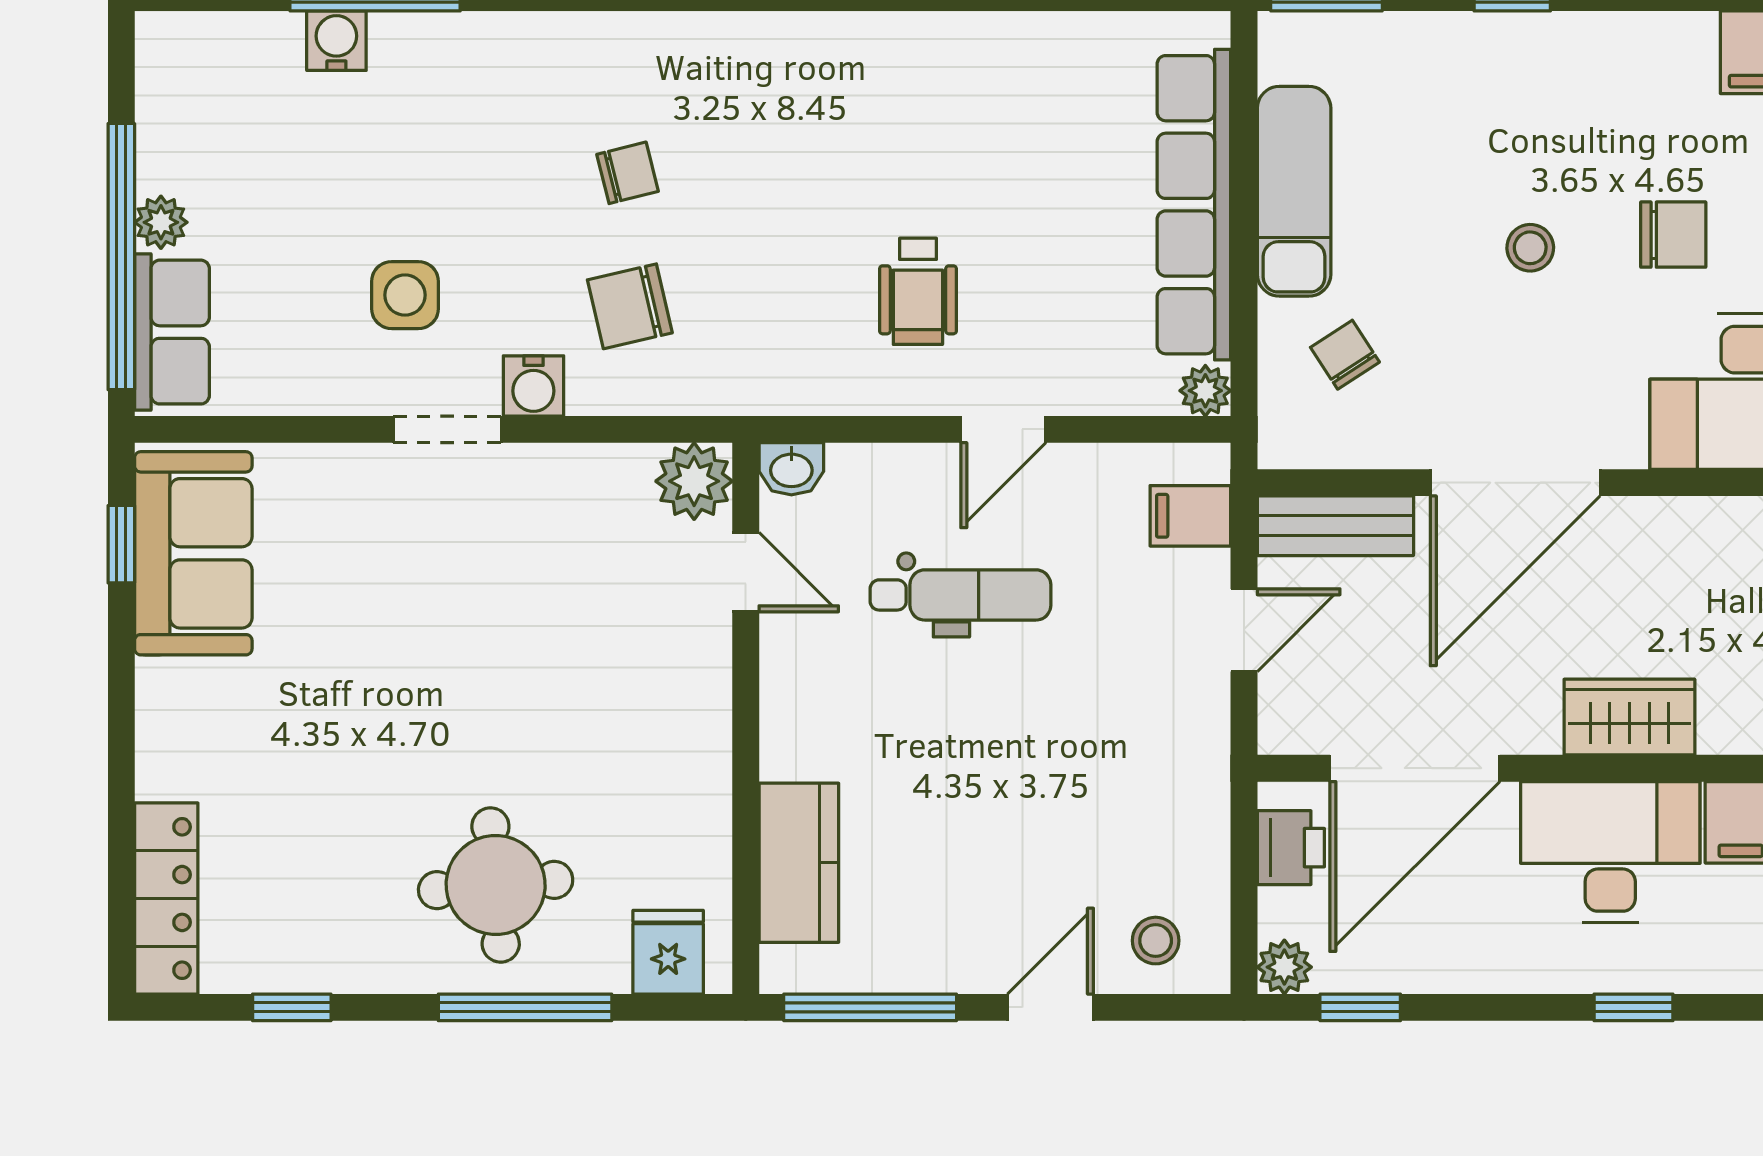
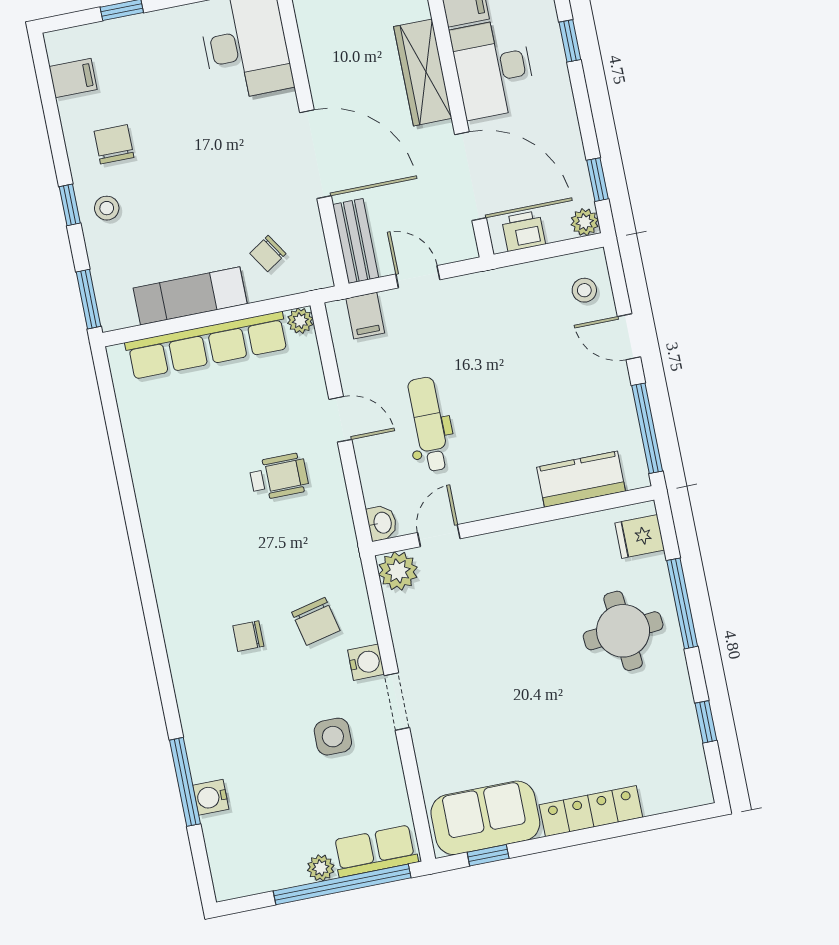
chair: (628, 173) -> (248, 636), turned -76
chair: (1673, 235) -> (114, 144), moved
stool: (1530, 248) -> (107, 208), moved
wardrobe: (1629, 717) -> (423, 72), width x1.50
locker: (166, 899) -> (591, 811), moved

